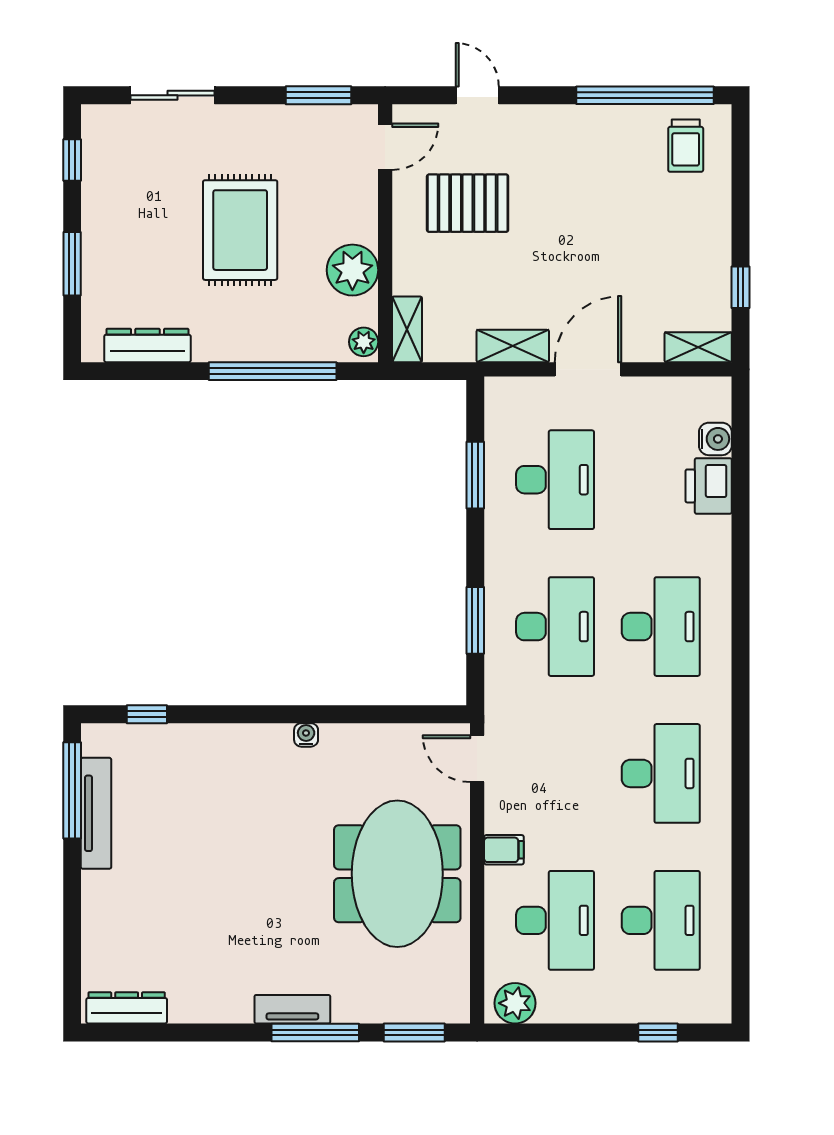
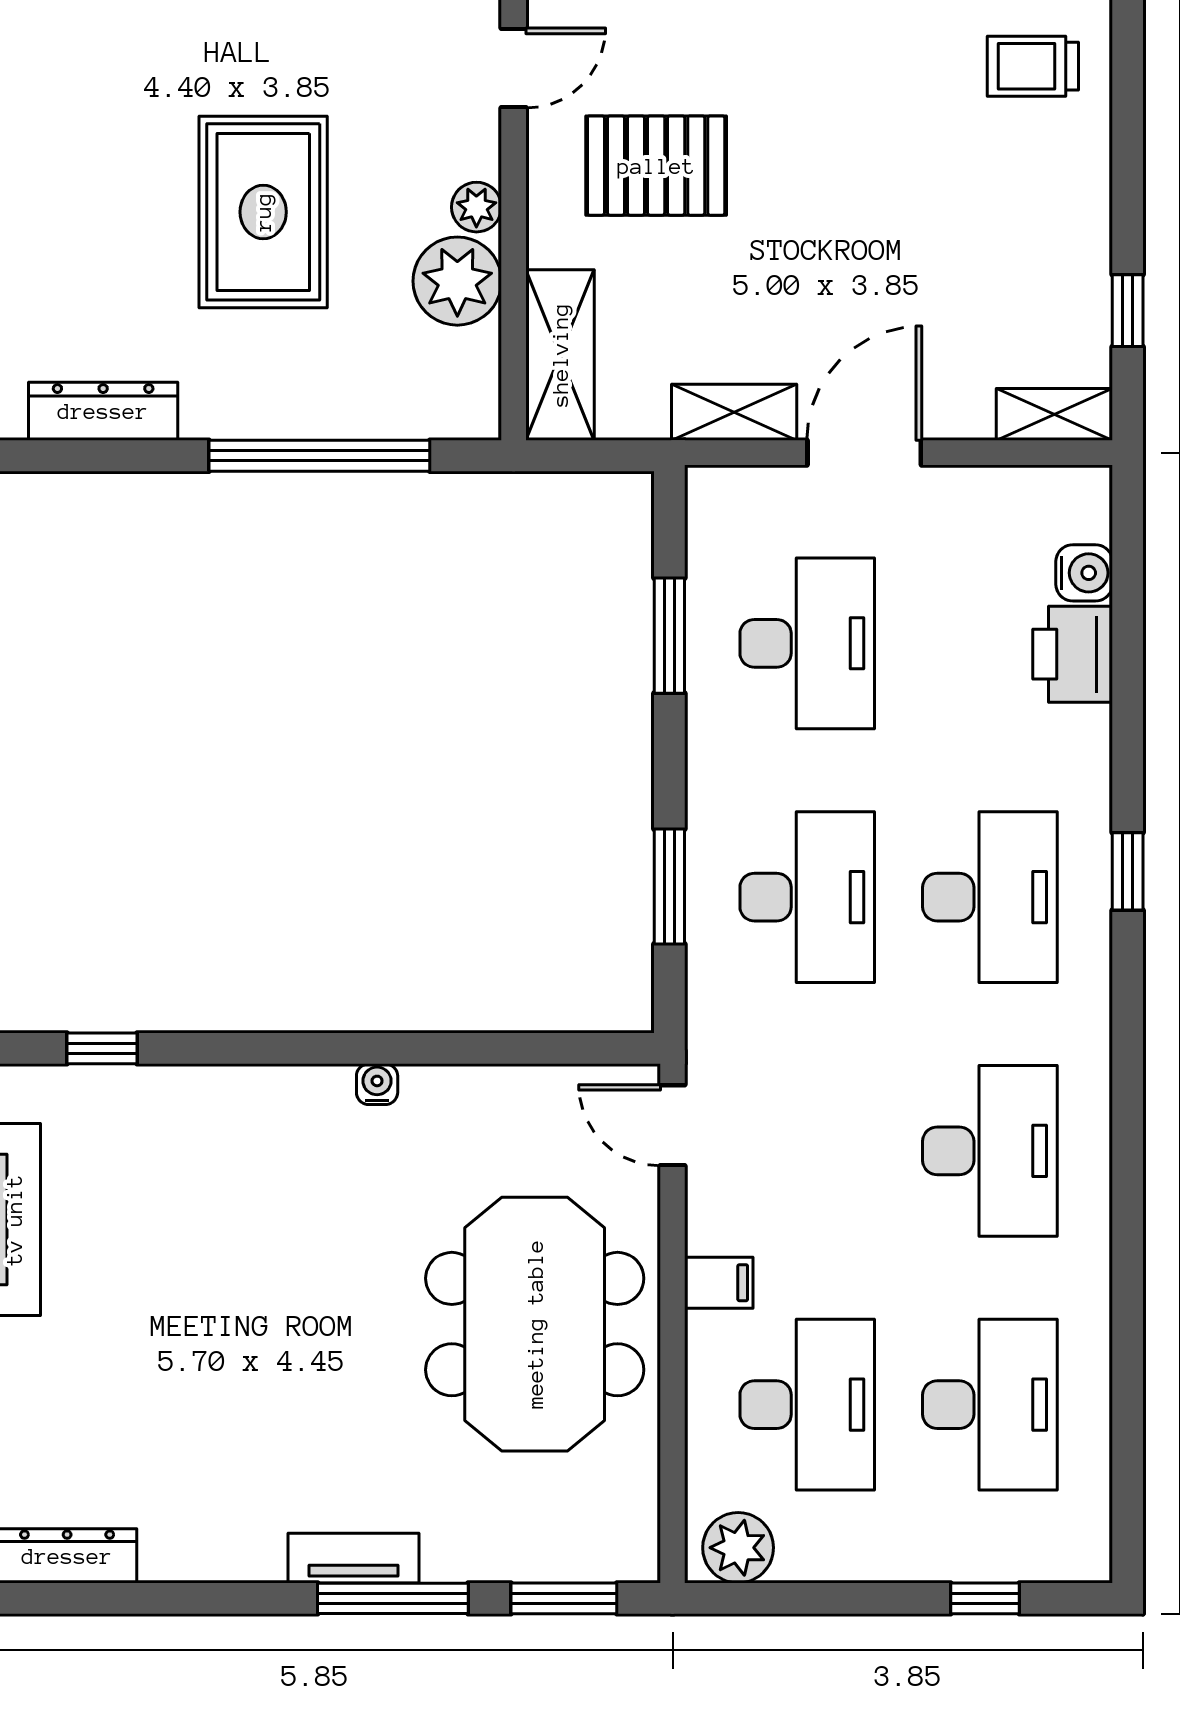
trolley: (686, 146) -> (1033, 66), turned 90
shelving: (407, 329) -> (560, 355), width x1.50, depth x1.33
plant: (364, 342) -> (476, 207), moved
window: (741, 612) -> (1128, 871), added

